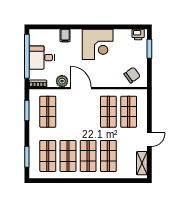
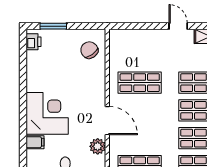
corner desk: (98, 44) -> (47, 113), moved
door: (81, 88) -> (107, 121), swing flipped
shop shelf: (129, 112) -> (140, 55), removed

